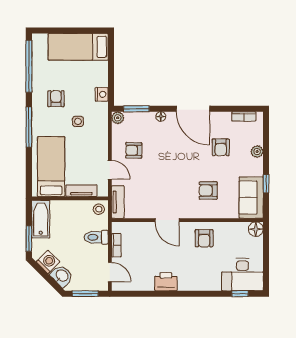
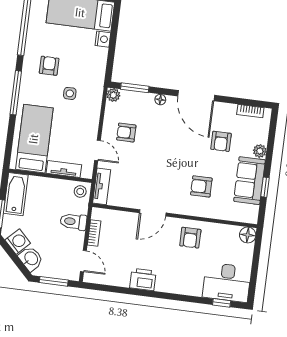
nightstand: (102, 94) -> (103, 39), moved
sofa: (251, 198) -> (249, 181), moved
door: (167, 220) -> (153, 213), hinge flipped

